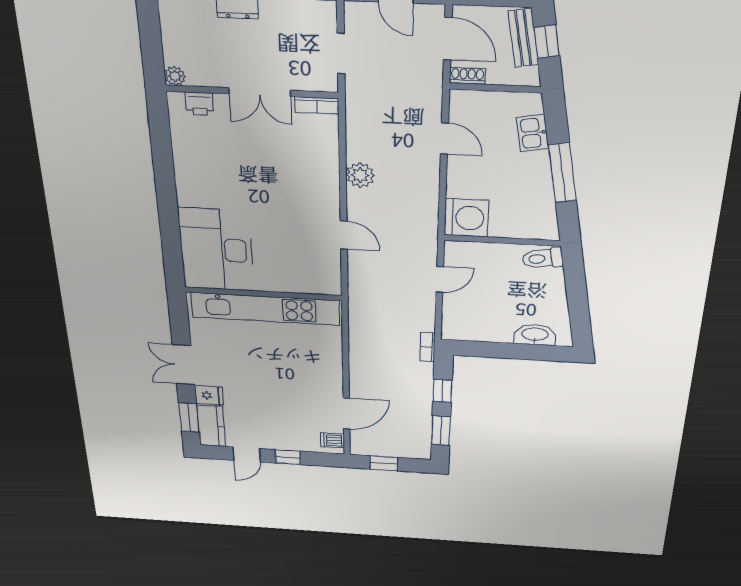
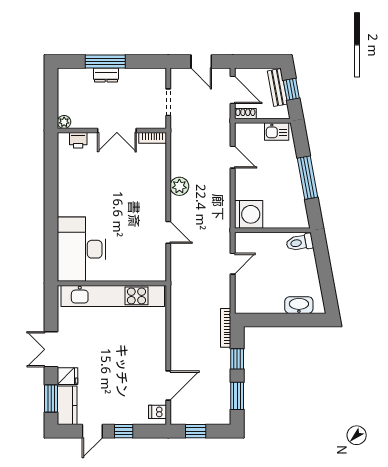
kitchen sink: (533, 133) -> (277, 131), moved, turned -80
bookcase: (428, 347) -> (226, 328), width x1.56

